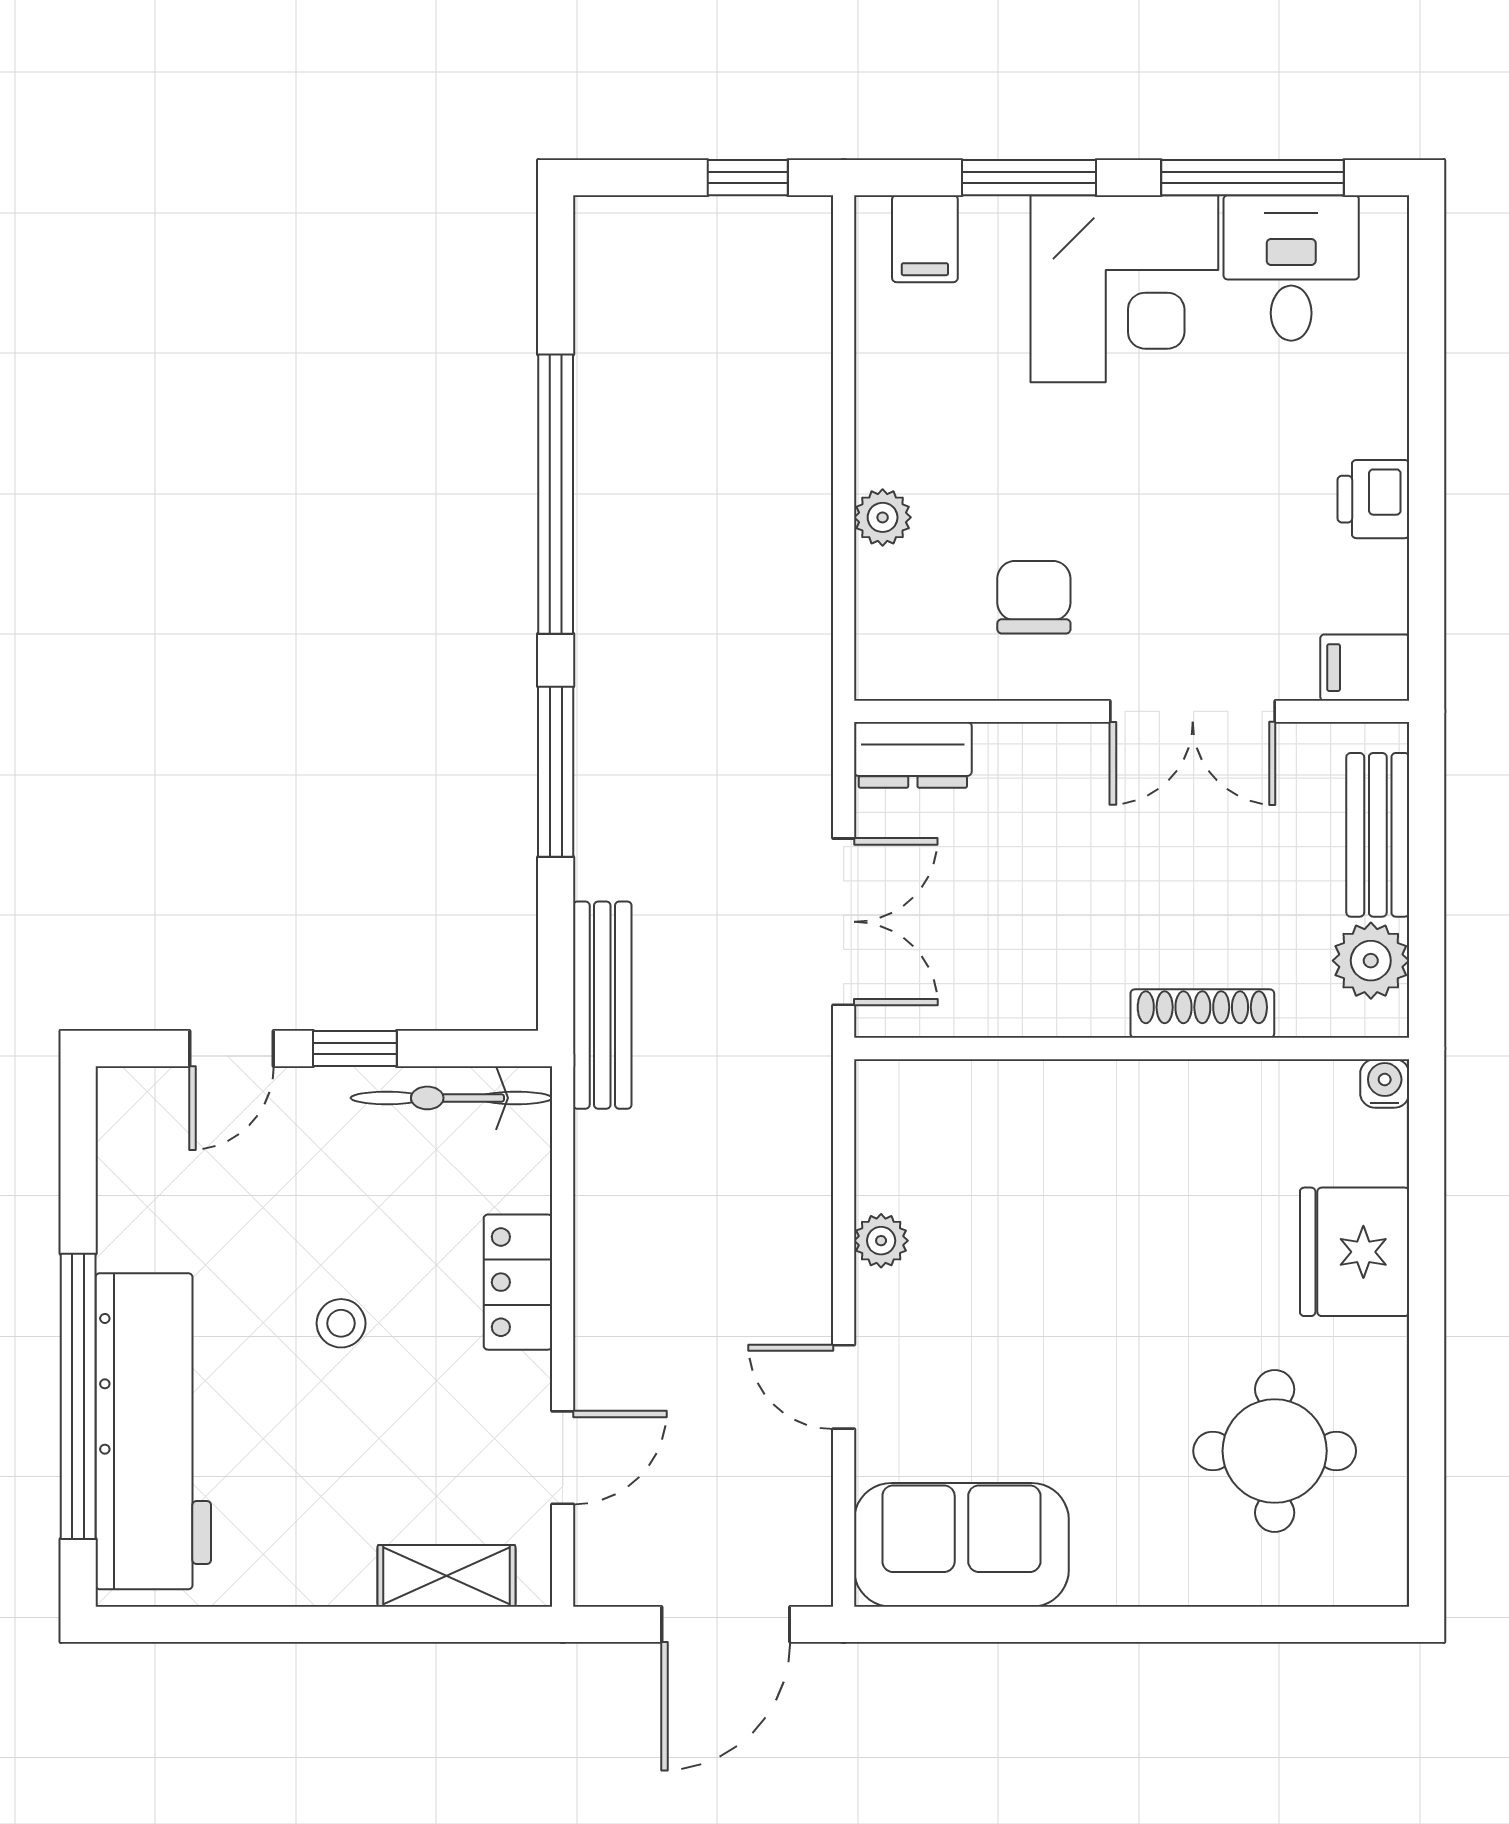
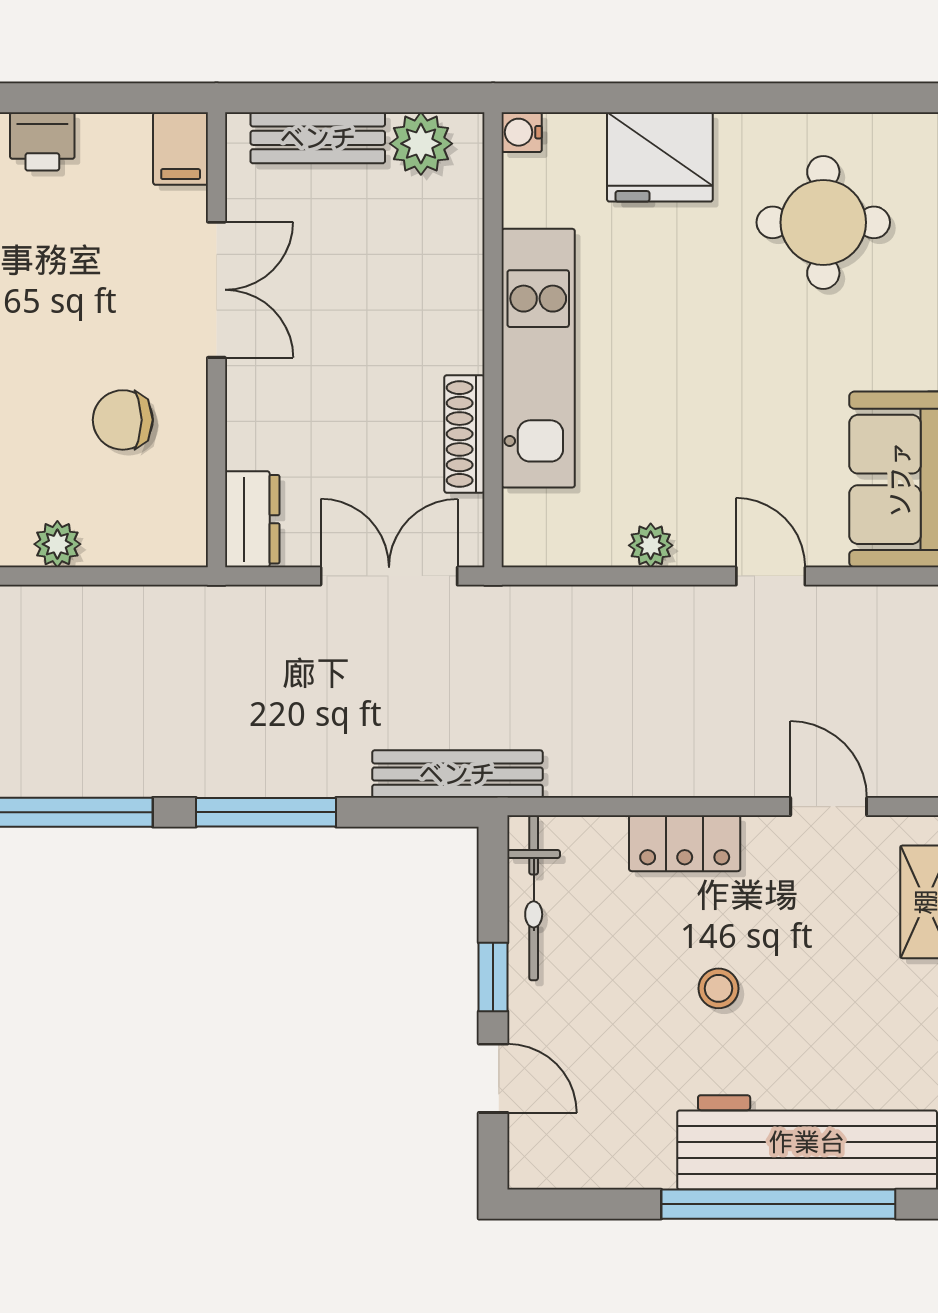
shoe rack: (1202, 1014) -> (464, 434), moved
kitchen unit: (1109, 1104) -> (538, 358), added
door: (844, 1387) -> (771, 576), swing flipped

